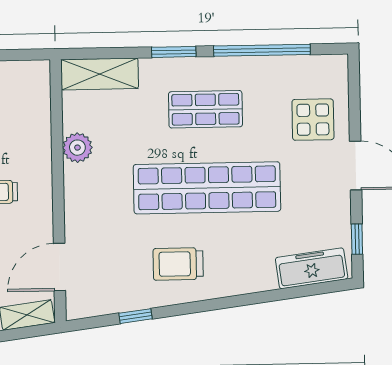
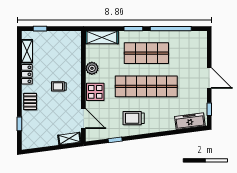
shop shelf: (205, 109) -> (146, 53), width x1.43, depth x1.36
display table: (313, 120) -> (95, 92), moved
door: (60, 267) -> (83, 119), swing flipped

